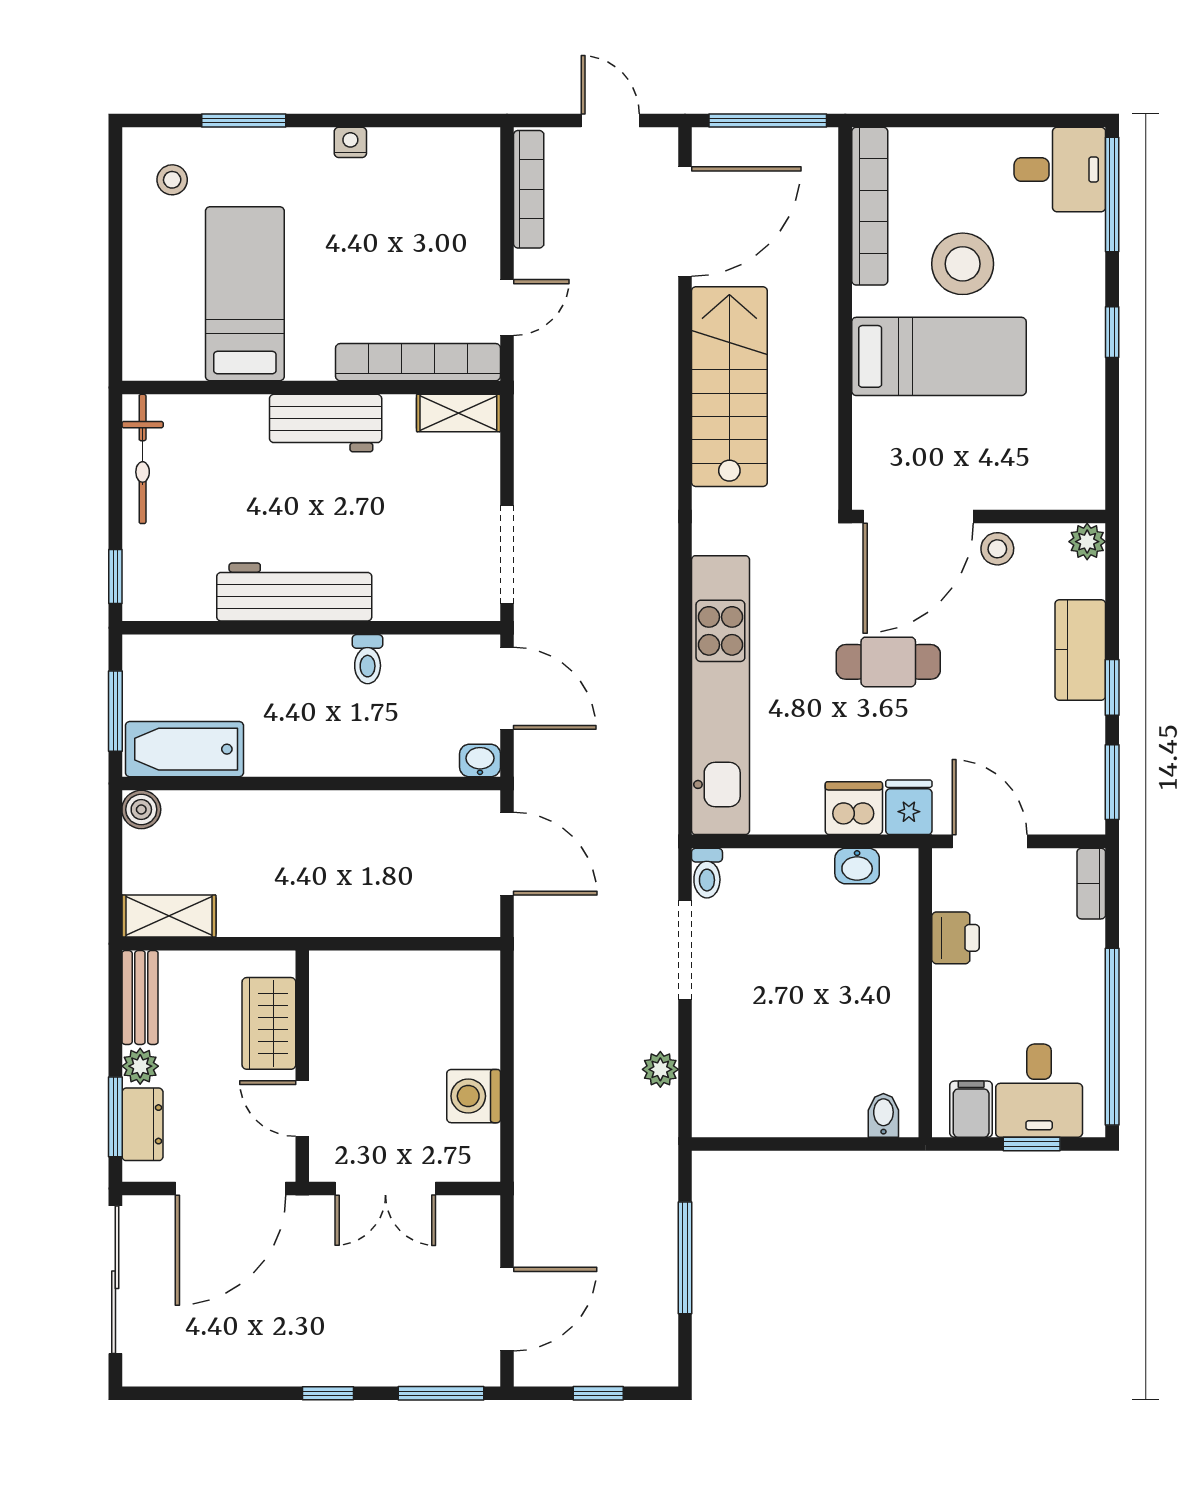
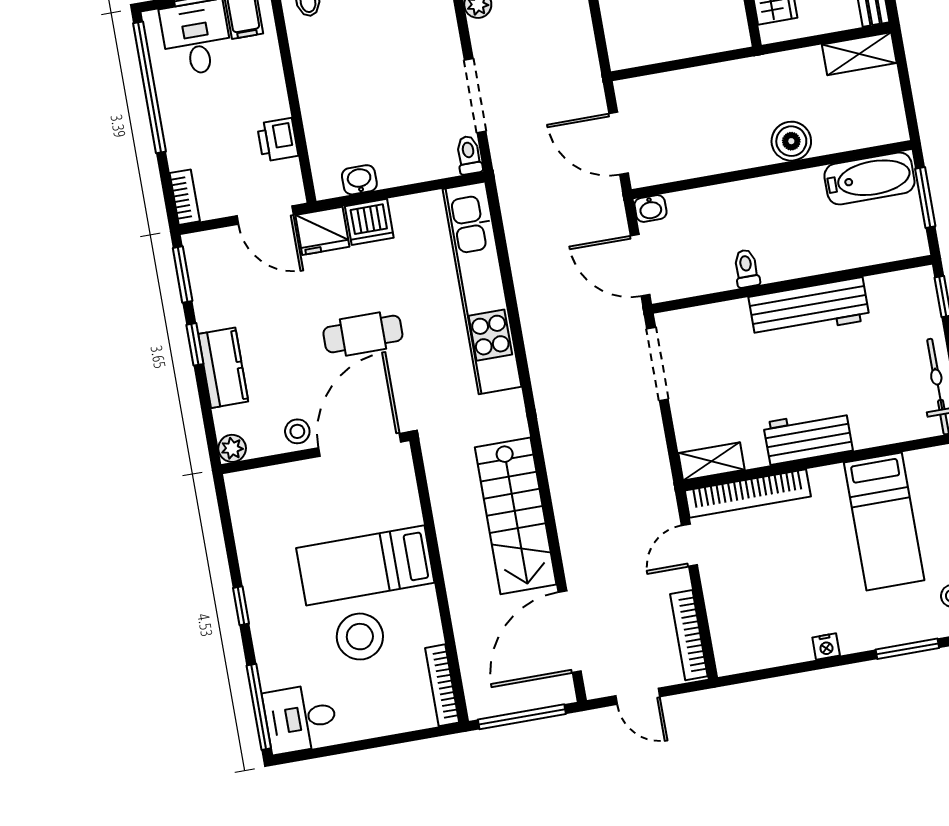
bookcase: (870, 206) -> (442, 685), width x0.68, depth x0.76
fridge: (909, 807) -> (322, 231), width x1.38
boiler: (141, 810) -> (791, 141), moved, width x1.36, depth x1.36

